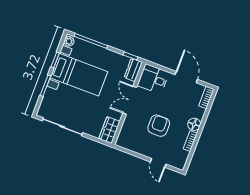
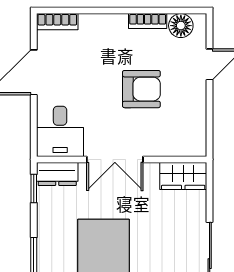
floor lamp: (194, 124) -> (181, 26), moved
armchair: (159, 126) -> (141, 89), turned 180

